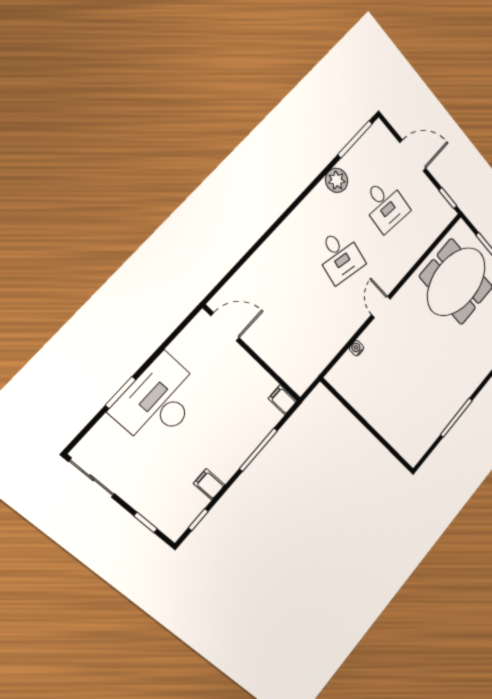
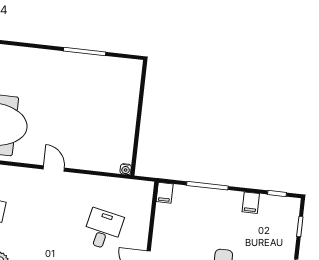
desk: (340, 256) -> (103, 229), moved
door: (381, 307) -> (54, 168), swing flipped
water cooler: (357, 348) -> (126, 169), moved

